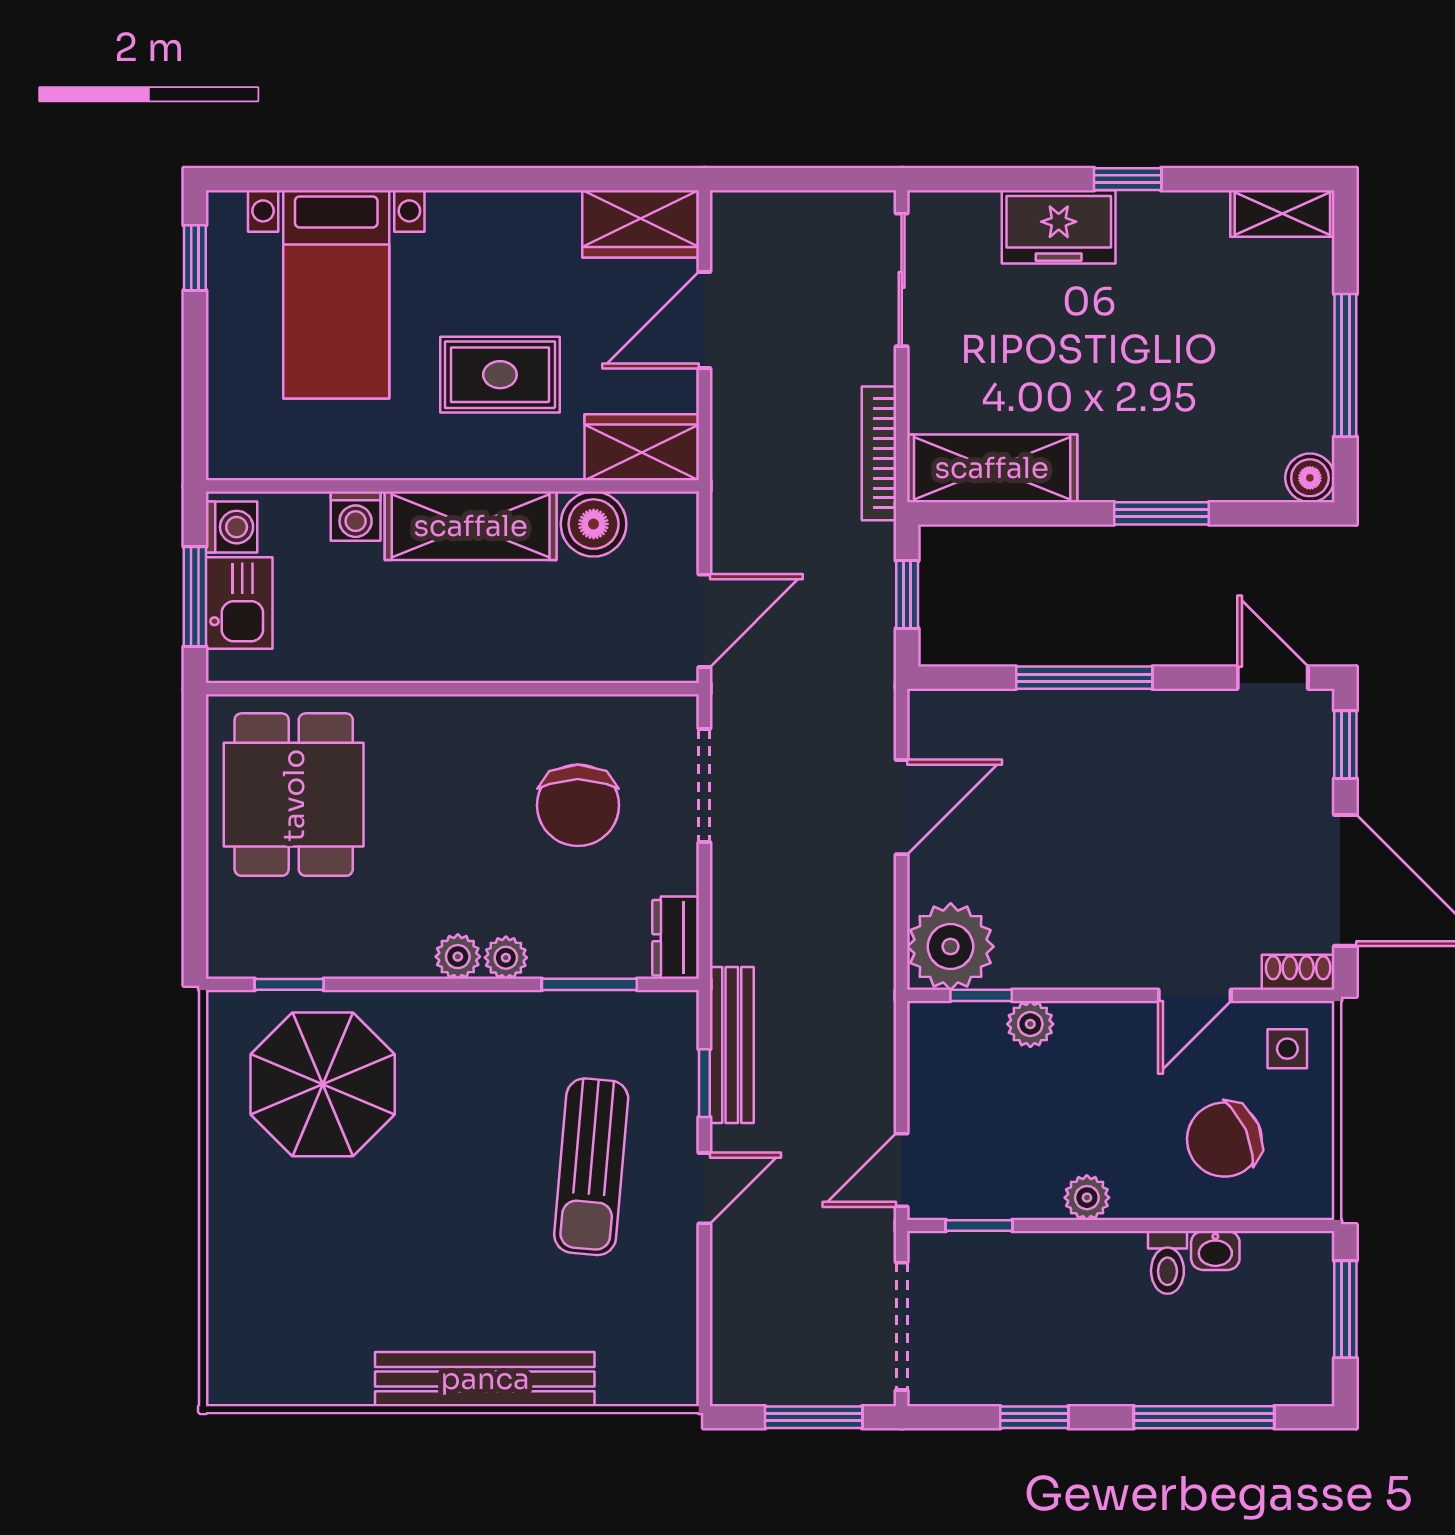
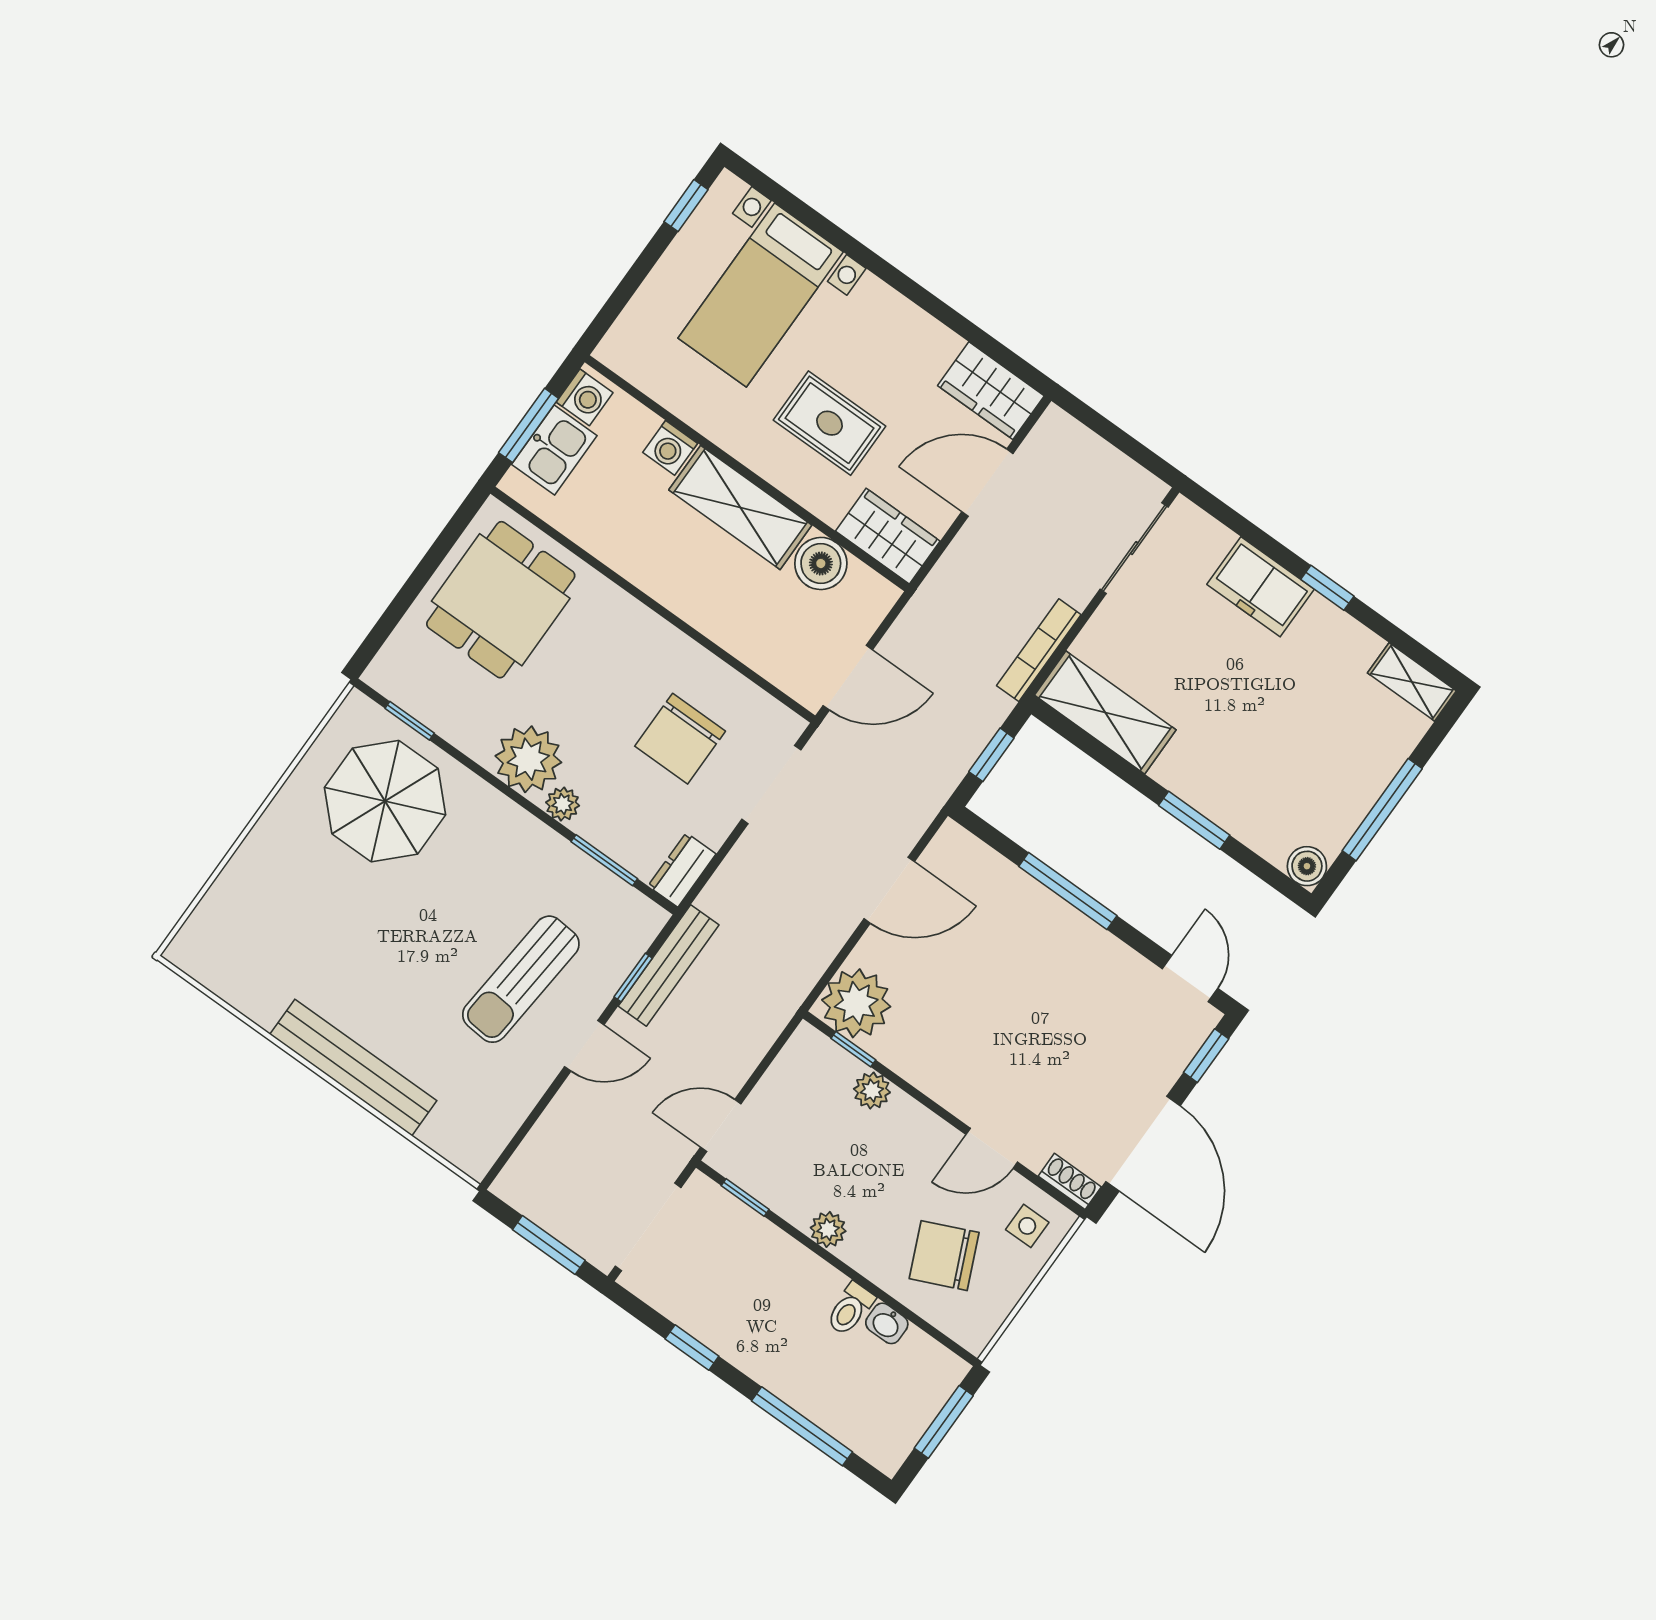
plant: (458, 957) -> (528, 759), width x1.88, depth x1.88

